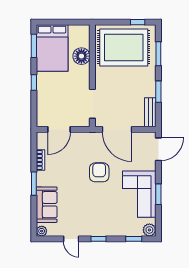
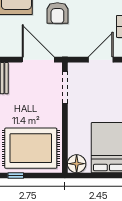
floor lamp: (81, 56) -> (77, 164), moved

